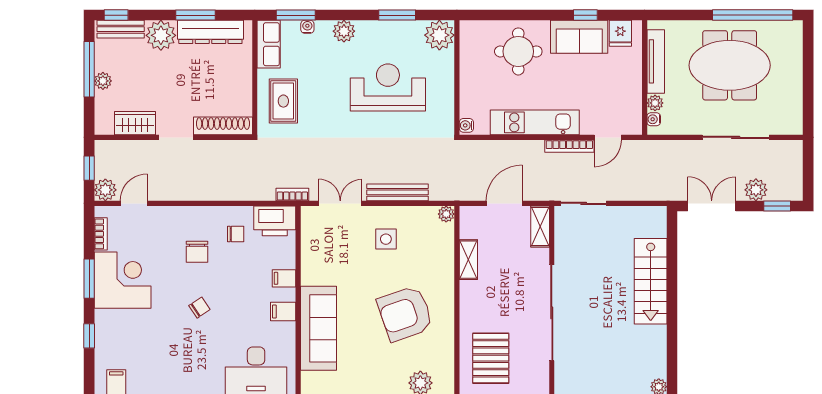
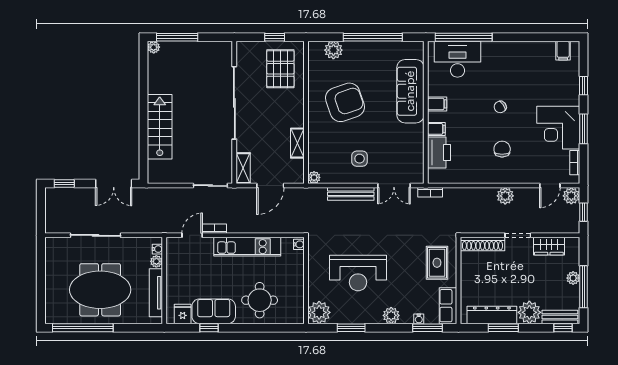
bookcase: (569, 146) -> (214, 229), width x0.64
plant: (756, 190) -> (505, 196), moved
printer: (275, 221) -> (439, 152), moved, turned 90
chair: (236, 234) -> (473, 162), removed

